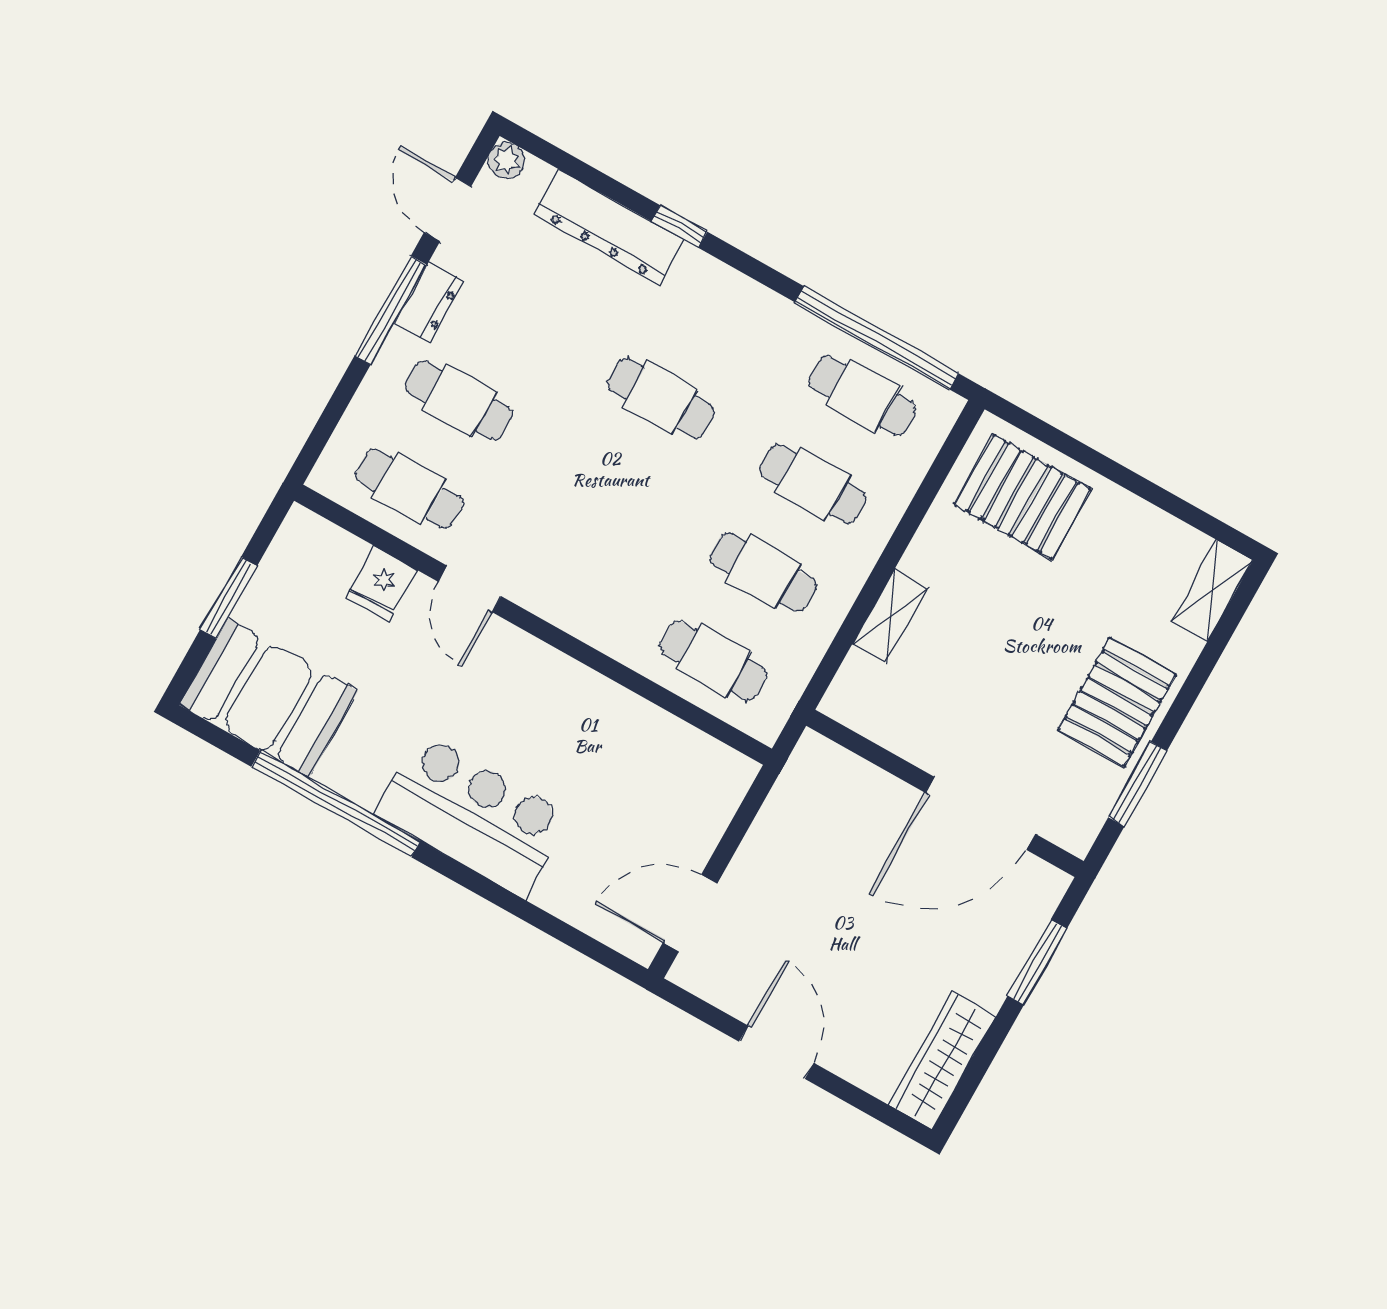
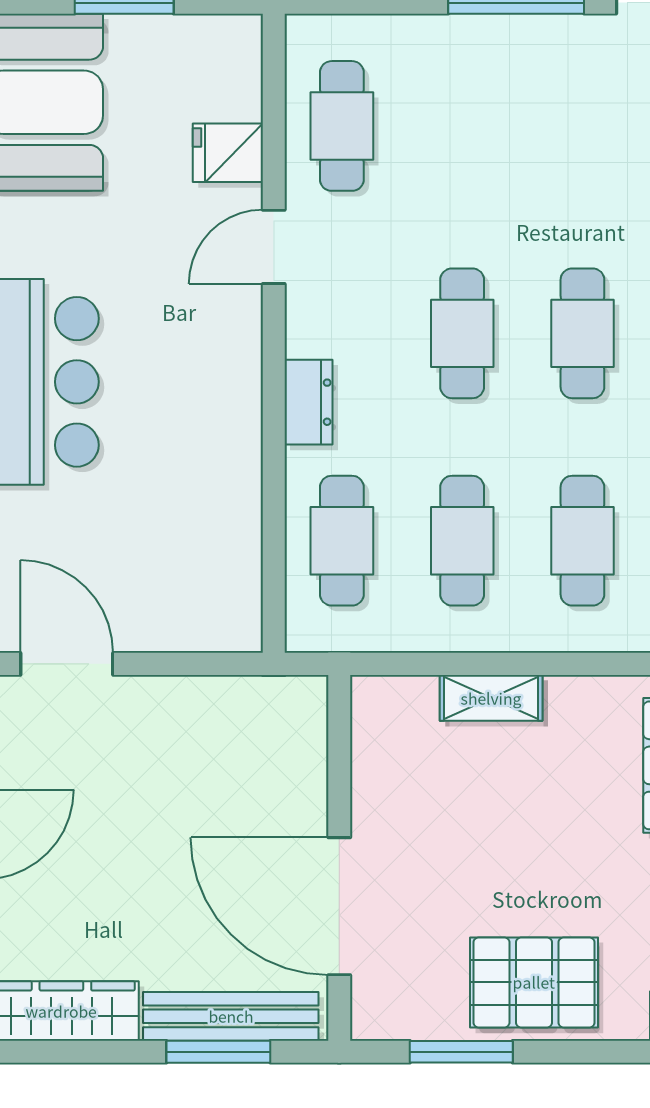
dresser: (429, 302) -> (309, 402), moved, turned -90
cafe table: (459, 401) -> (462, 333), moved
bench: (1016, 939) -> (231, 1016), added

